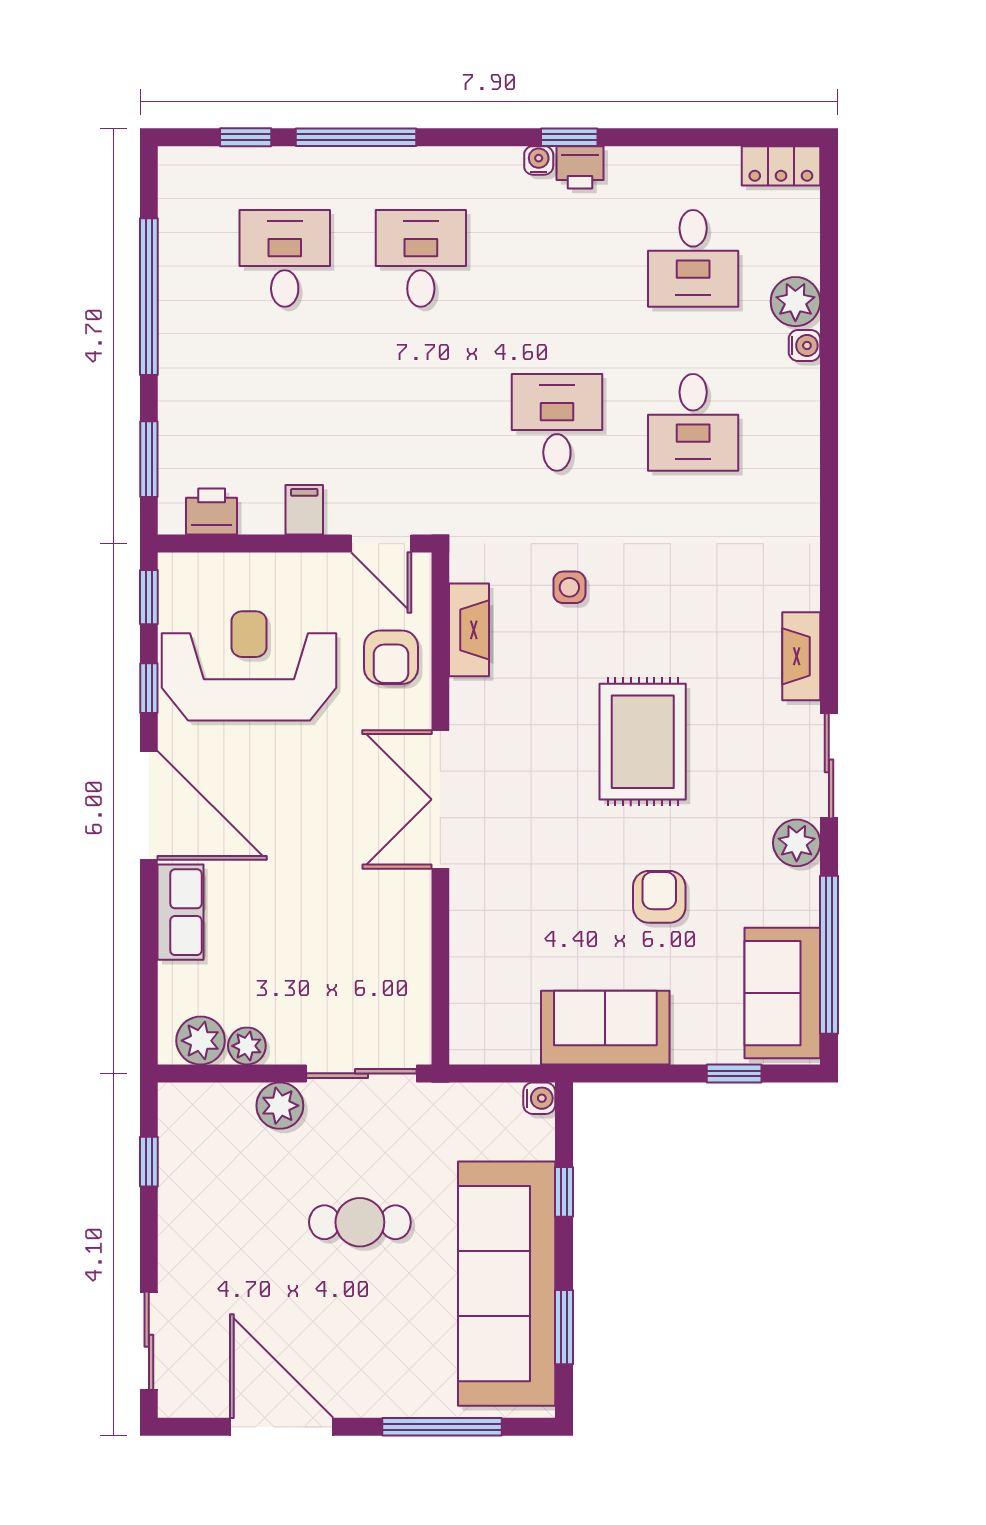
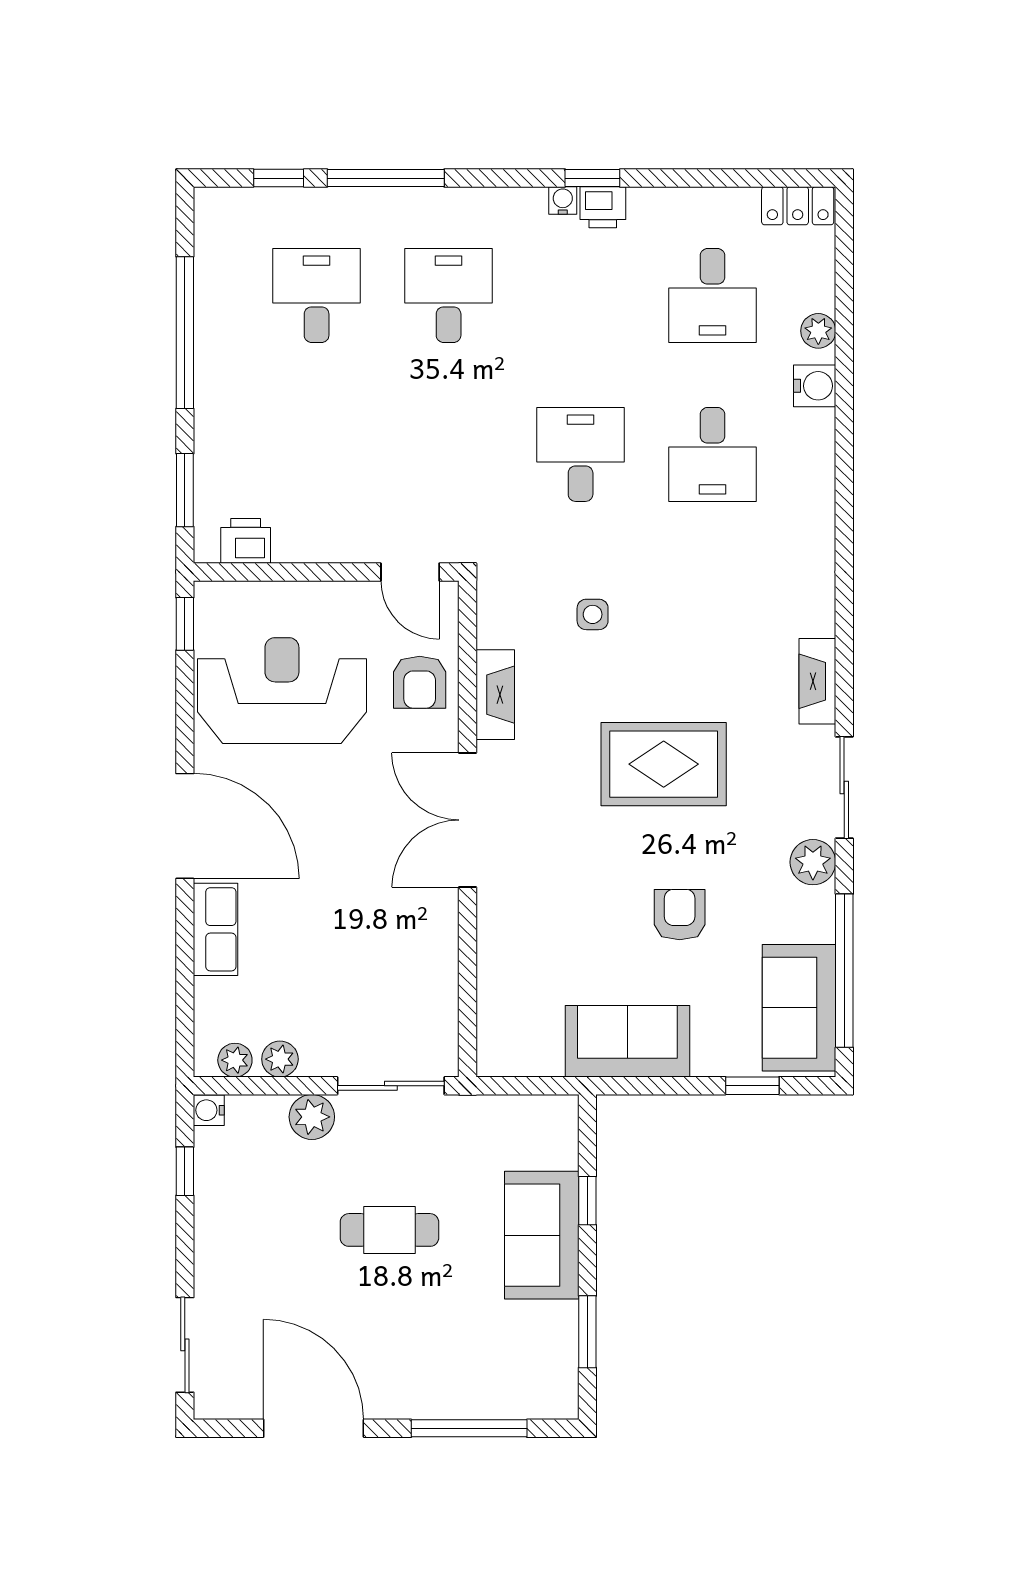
plant: (795, 302) -> (818, 331), width x0.73, depth x0.73
water cooler: (804, 346) -> (815, 386), width x1.38, depth x1.38
filing cabinet: (304, 510) -> (336, 539), removed
fireplace: (469, 630) -> (495, 695), moved
window: (149, 688) -> (185, 712), removed
rug: (643, 742) -> (664, 764), turned 90
plant: (201, 1041) -> (235, 1060), width x0.73, depth x0.73
water cooler: (539, 1098) -> (209, 1110), moved, turned 180
sofa: (507, 1284) -> (542, 1235), width x0.54, depth x0.79

